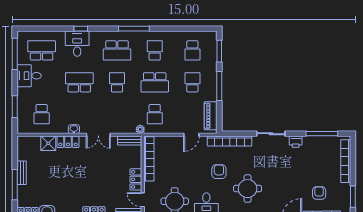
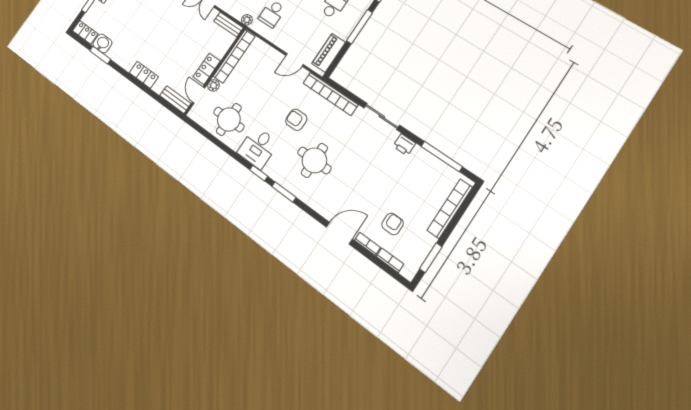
armchair: (219, 172) -> (296, 120), turned -90
plant: (148, 187) -> (214, 85), added

